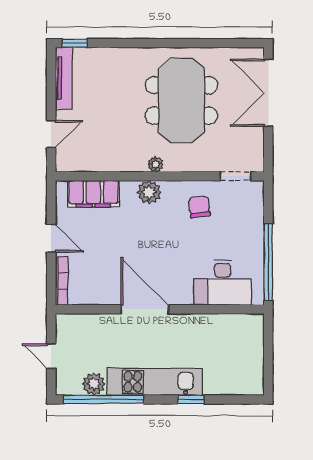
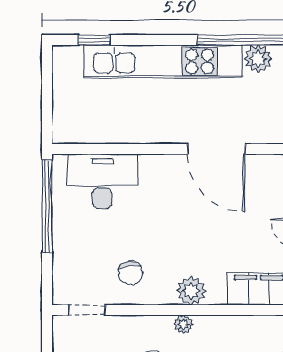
door: (145, 309) -> (216, 149), moved
kitchen unit: (155, 382) -> (163, 61), width x1.36
window: (191, 399) -> (94, 40), moved

